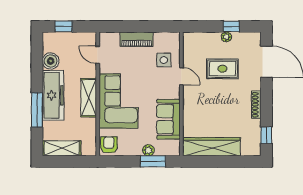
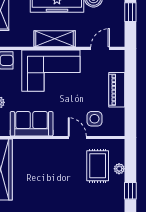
plant: (226, 37) -> (119, 169), moved
rug: (222, 69) -> (98, 166), moved
door: (181, 76) -> (77, 138), swing flipped

